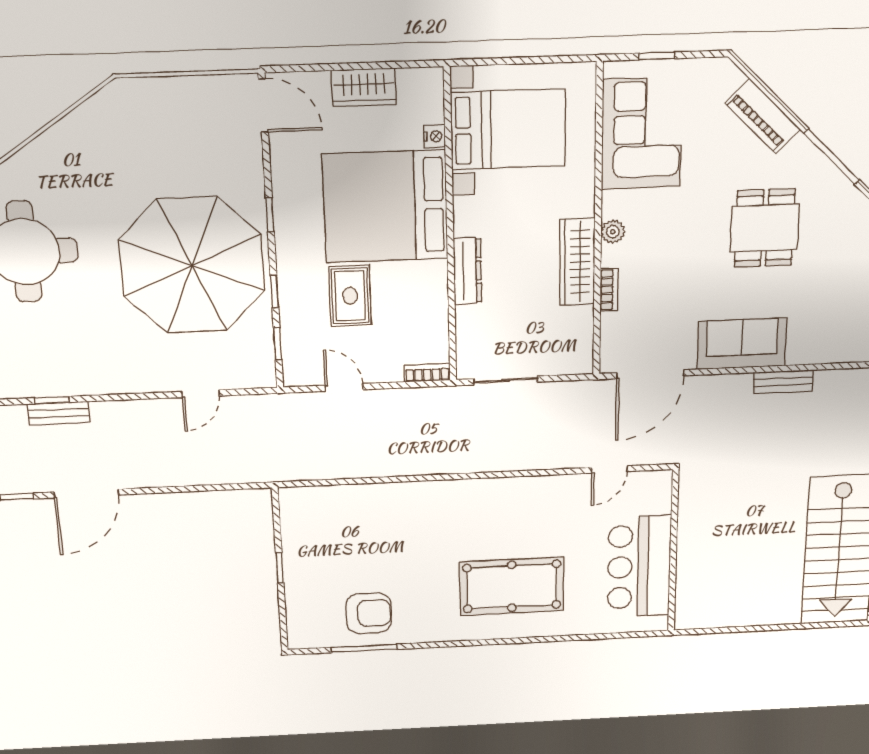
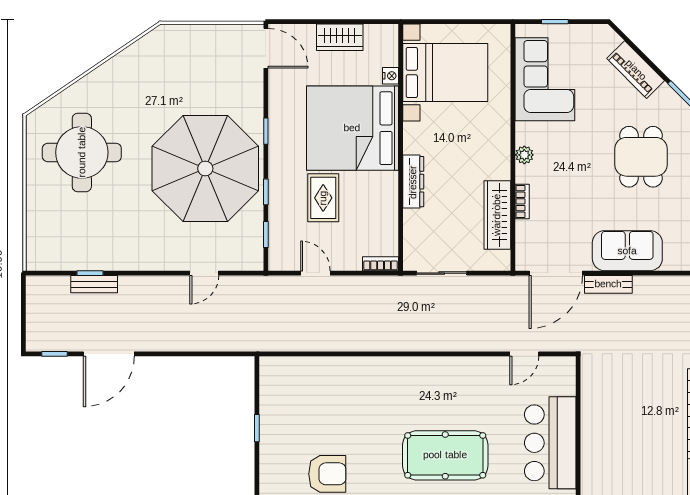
wardrobe: (577, 262) -> (497, 215), moved
bench: (783, 382) -> (608, 284), moved

